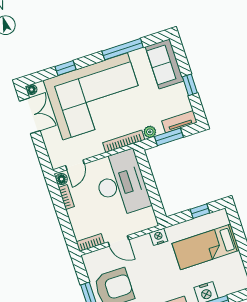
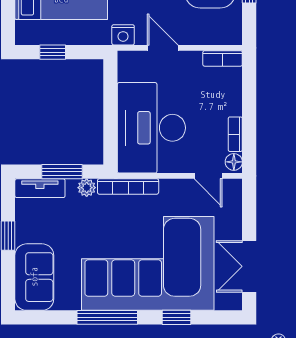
window: (123, 49) -> (107, 317), moved
floor lamp: (32, 90) -> (234, 303), removed
door: (75, 165) -> (208, 176), swing flipped
door: (118, 241) -> (163, 48), moved

